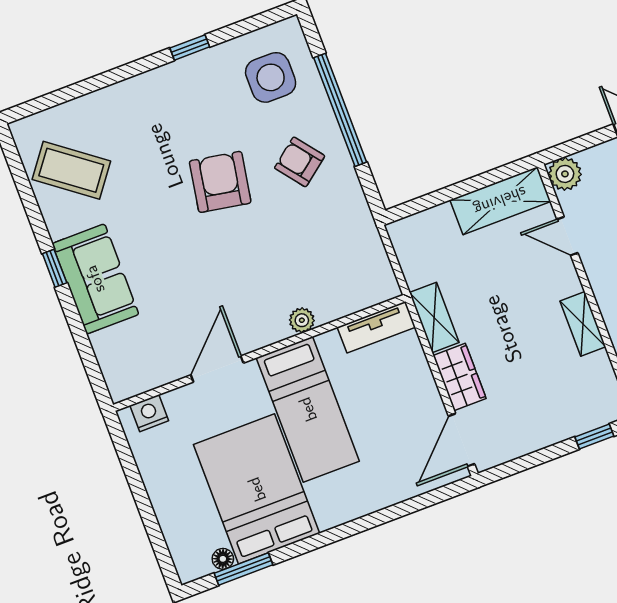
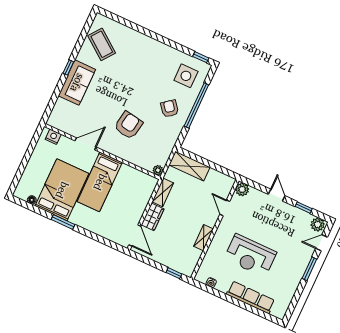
window: (190, 47) -> (201, 57), moved
armchair: (220, 182) -> (128, 125), moved
shelving: (500, 201) -> (190, 166), moved
plant: (302, 320) -> (158, 170), moved
tv unit: (376, 327) -> (143, 178), removed
door: (461, 440) -> (135, 235), swing flipped
window: (244, 569) -> (63, 222), moved

